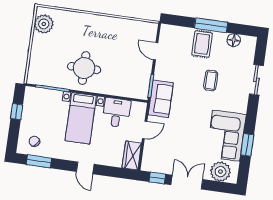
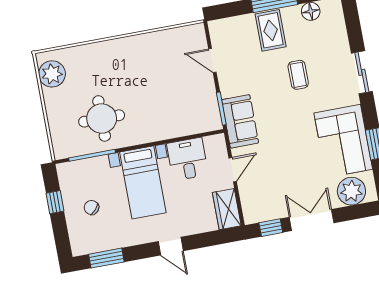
round table: (84, 68) -> (102, 118), moved
sliding door: (256, 80) -> (362, 72), moved
chair: (34, 141) -> (92, 207), moved

